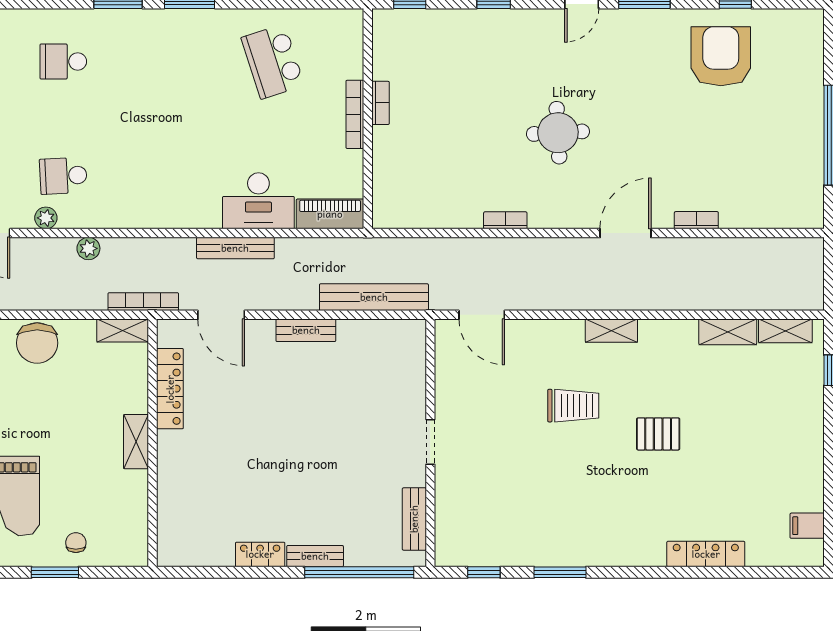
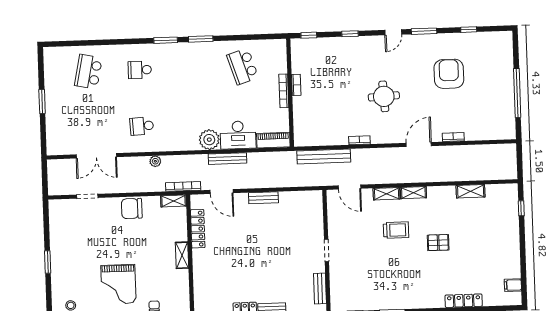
armchair: (721, 56) -> (449, 74), moved
plant: (46, 218) -> (209, 140), moved, width x1.87, depth x1.87
bench: (374, 297) -> (324, 156), moved
shelving: (785, 331) -> (387, 194), moved
chair: (37, 343) -> (132, 209), turned 90

